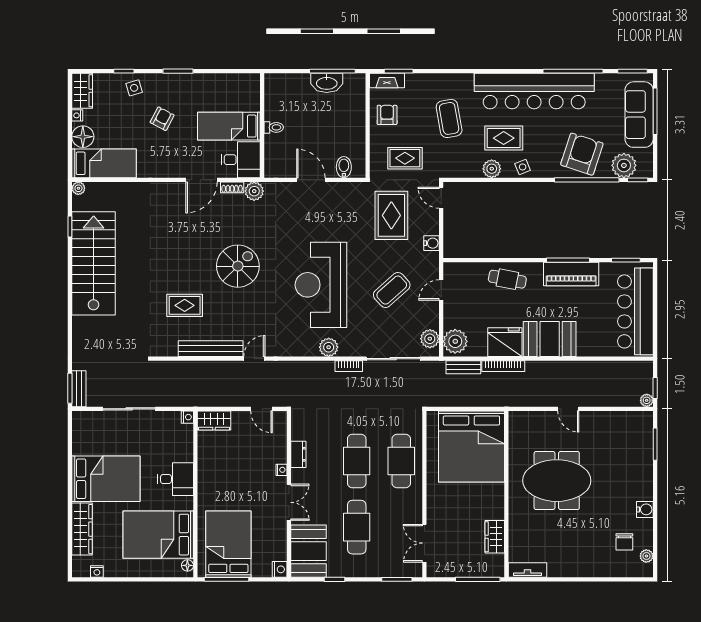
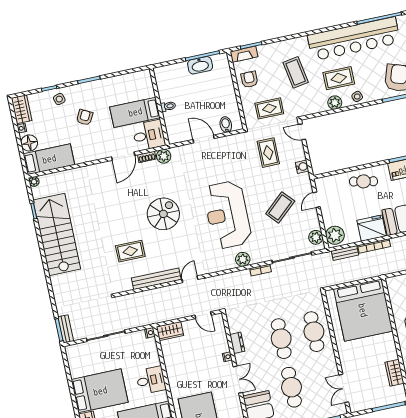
rug: (391, 215) -> (268, 153), width x0.73, depth x0.70

